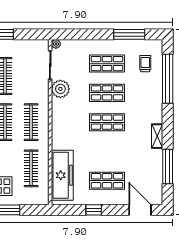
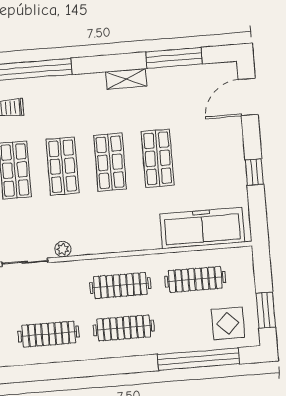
plant: (60, 89) -> (63, 249), width x0.53, depth x0.53
shop shelf: (107, 181) -> (158, 158), moved

